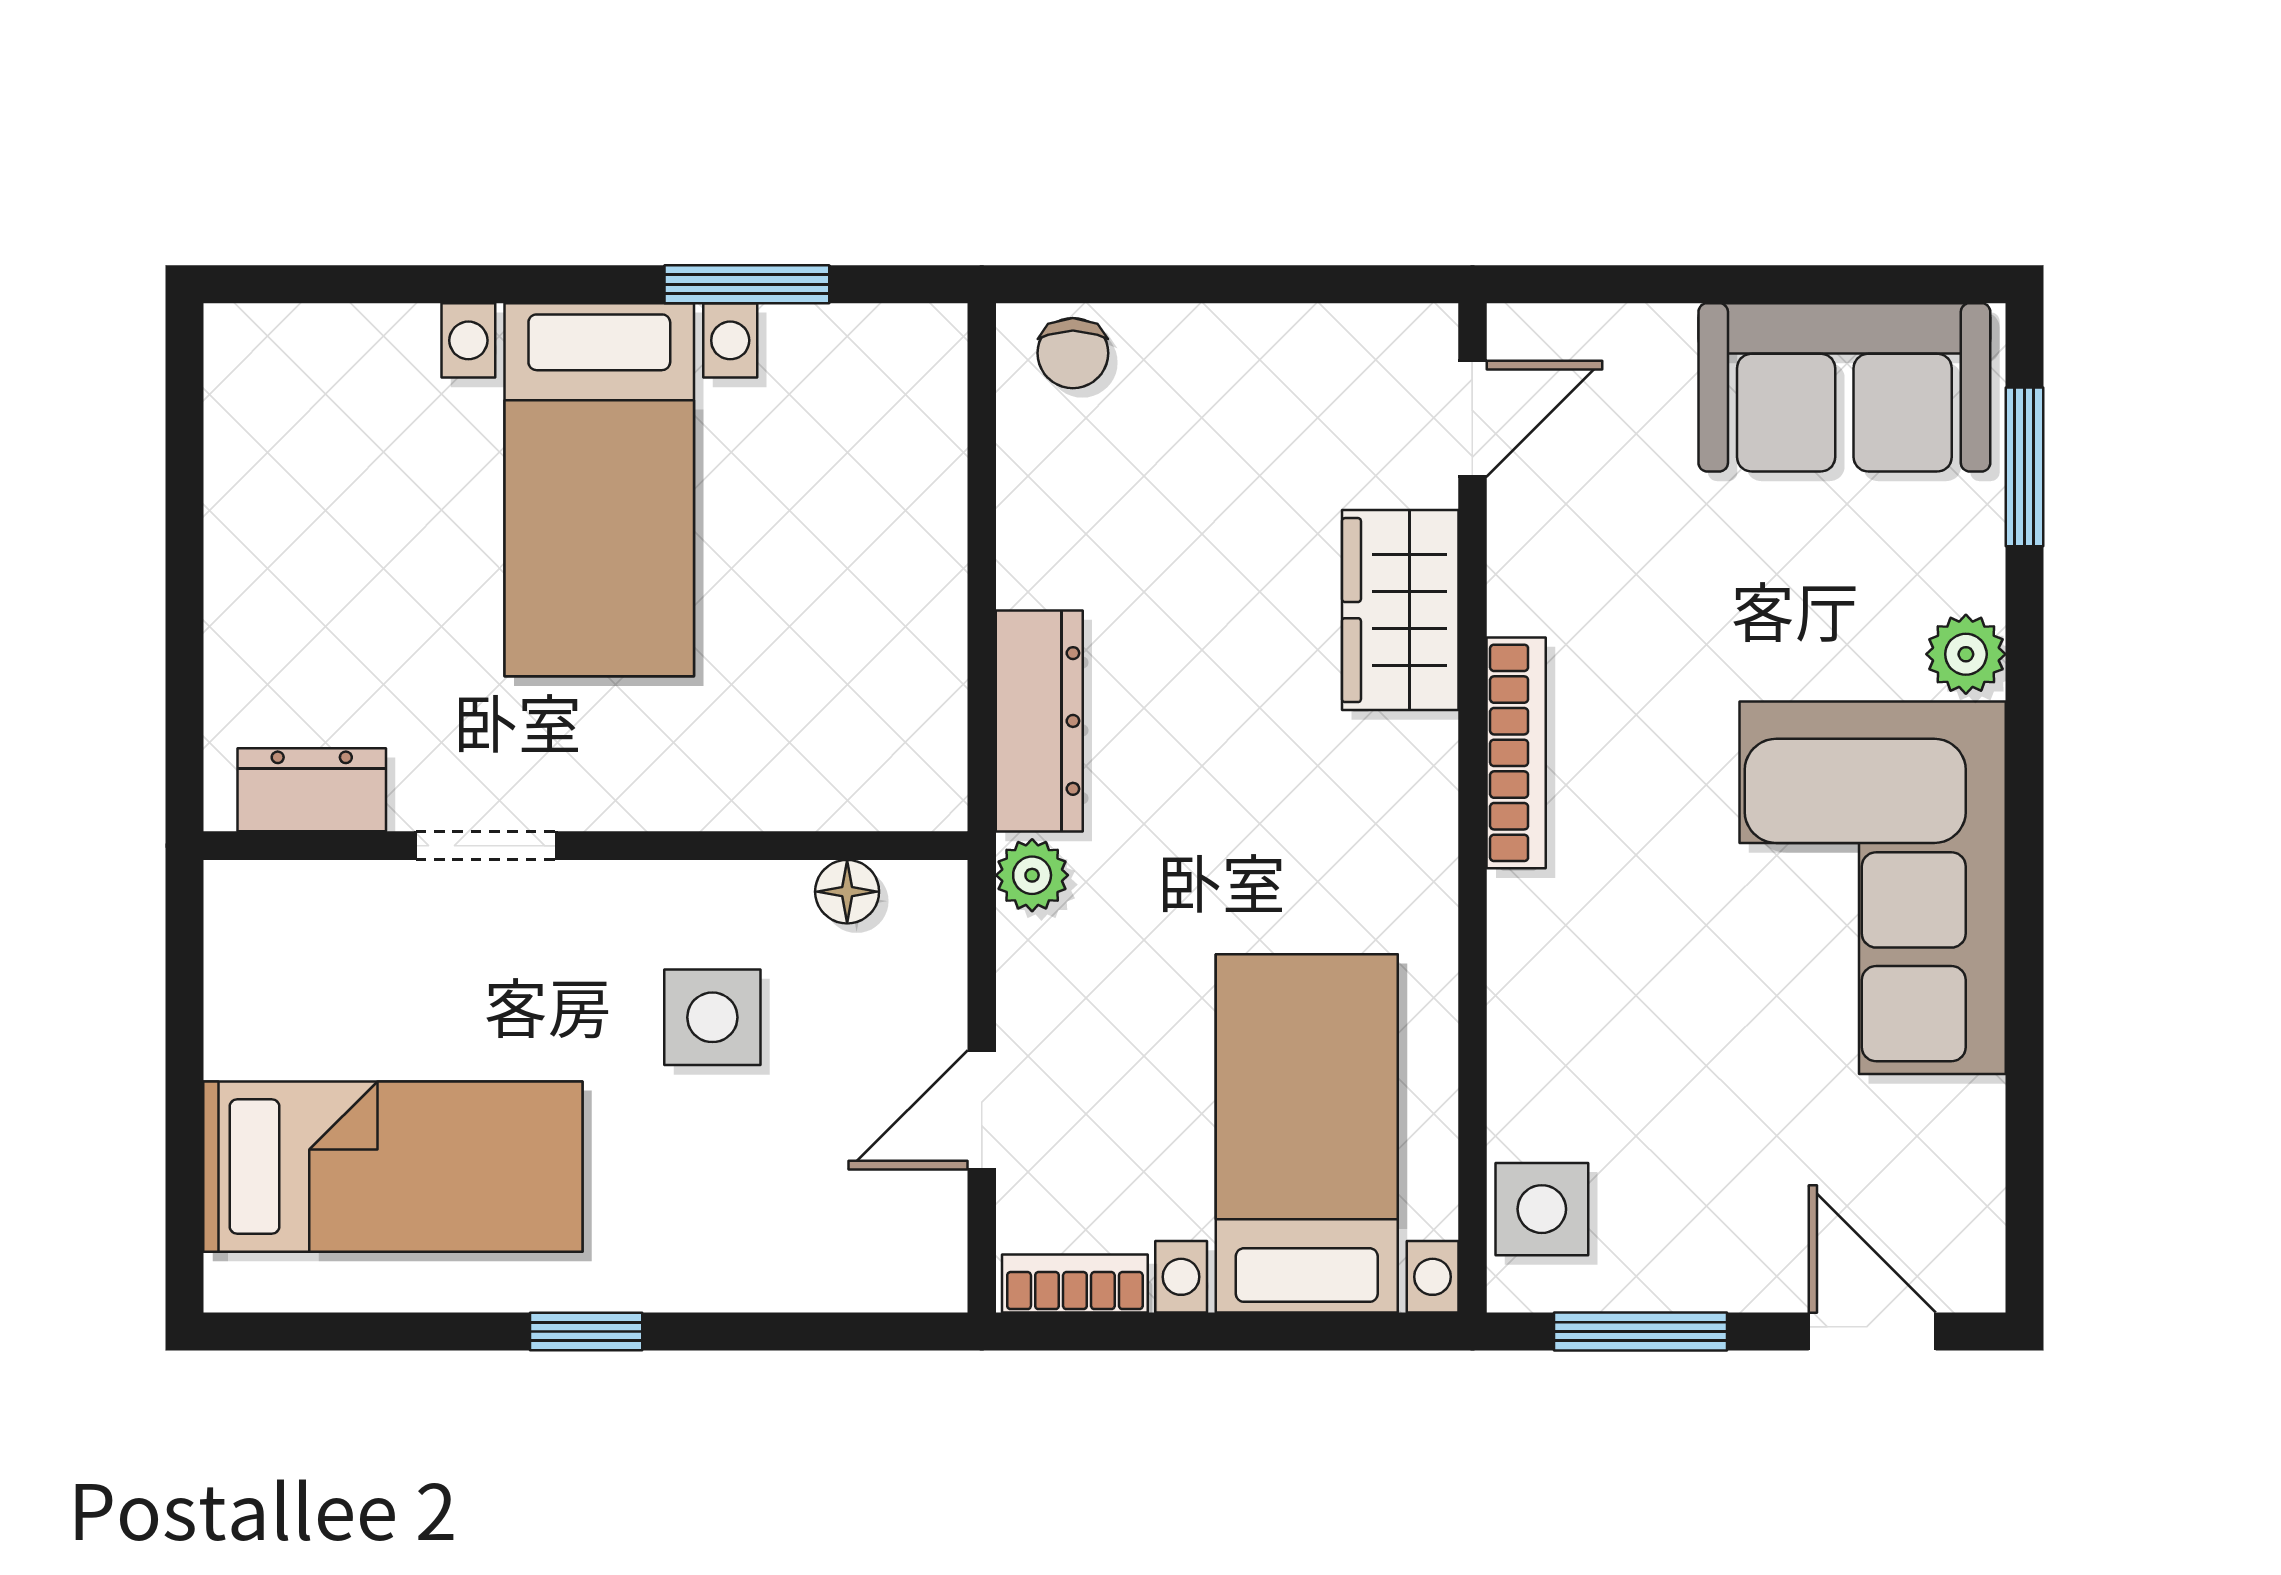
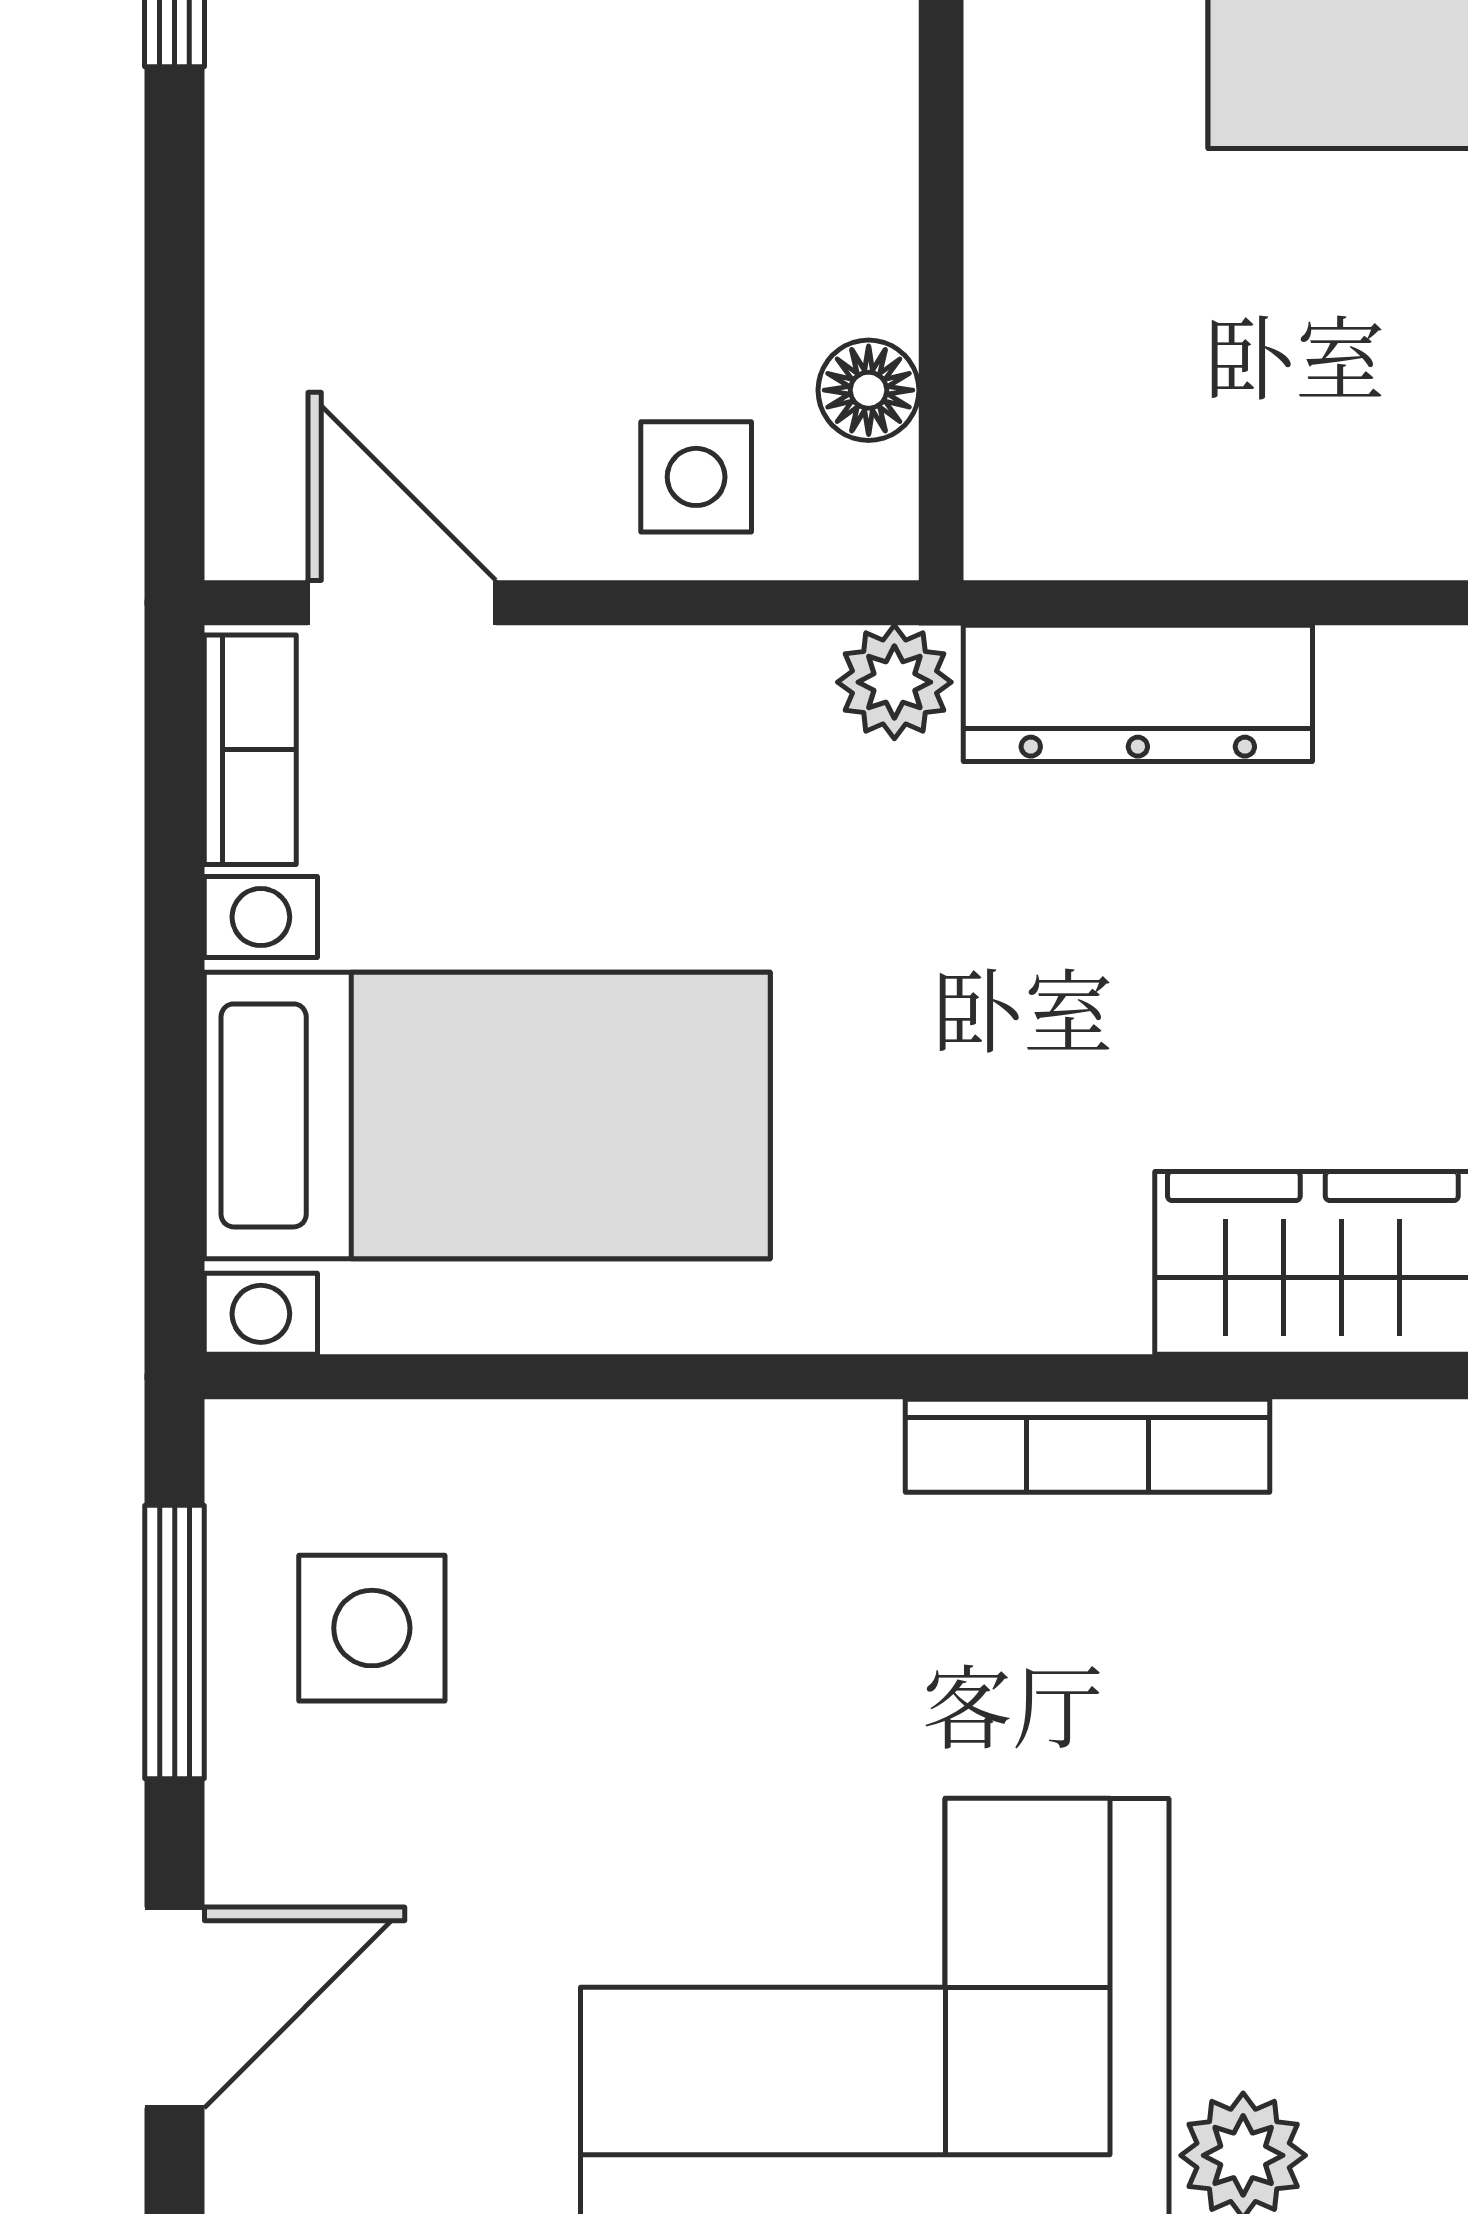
side table: (712, 1017) -> (696, 477), moved, width x0.73, depth x0.73
door: (982, 1110) -> (402, 603), moved
side table: (1542, 1209) -> (372, 1628), moved

